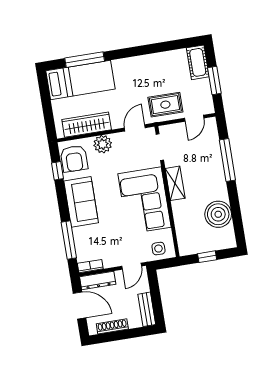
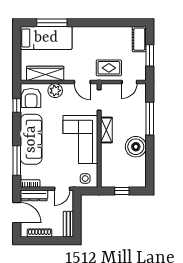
door: (135, 128) -> (82, 82), swing flipped
sofa: (81, 202) -> (31, 139), width x1.36
boiler: (218, 214) -> (136, 147), moved

